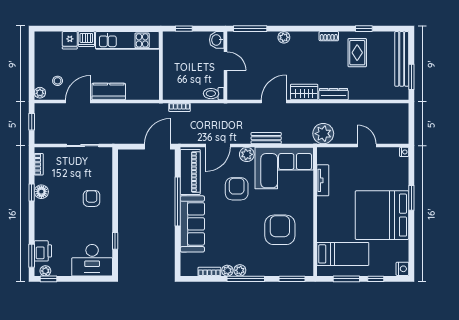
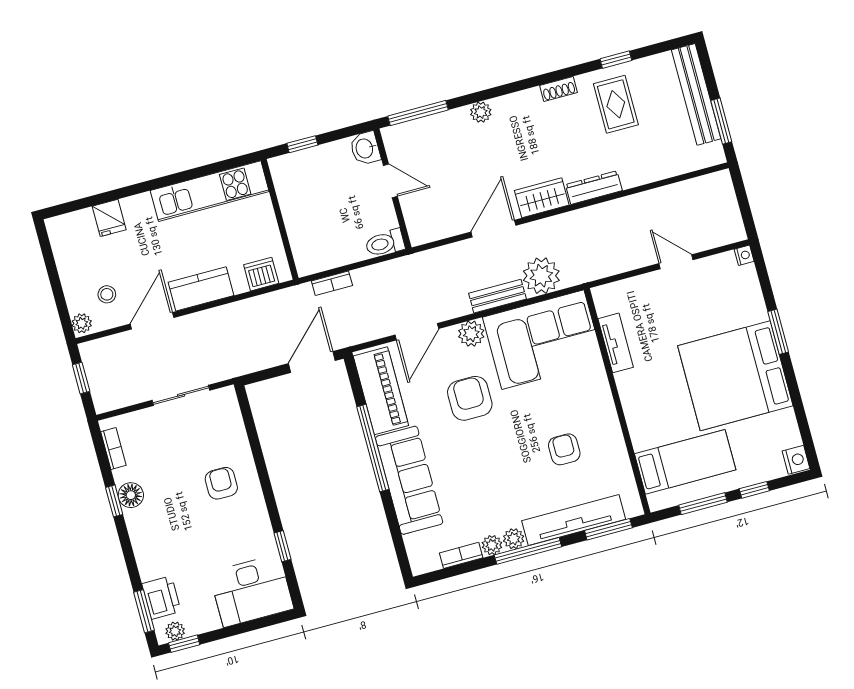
dishwasher: (86, 39) -> (261, 274), moved, turned 180
plant: (323, 134) -> (541, 276), moved
armchair: (280, 230) -> (564, 449), width x0.53, depth x0.53
tv unit: (275, 269) -> (574, 520), added

